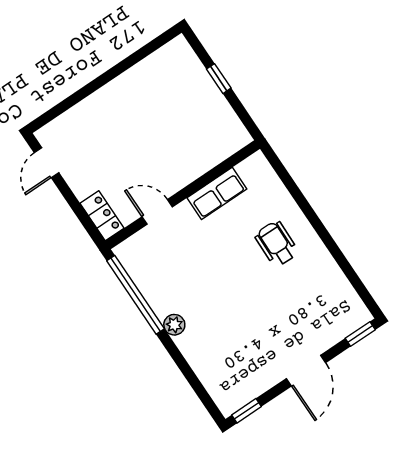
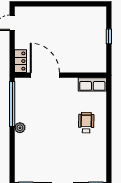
row of seats: (217, 193) -> (92, 84), moved
door: (157, 212) -> (45, 75), width x1.87

